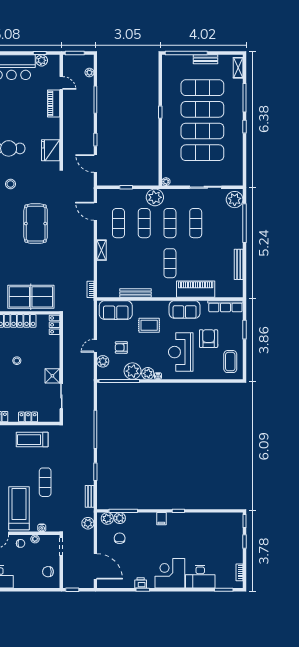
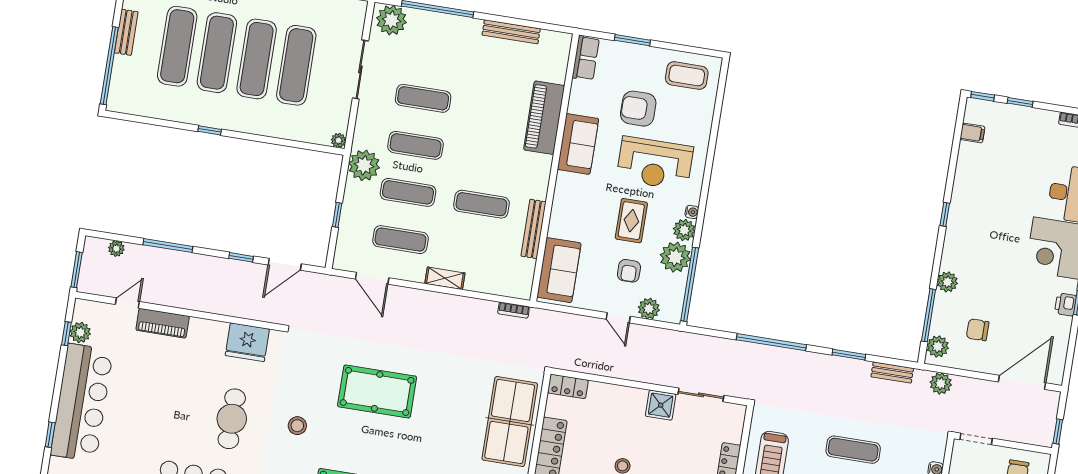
door: (95, 211) -> (372, 278), hinge flipped
exercise mat: (170, 263) -> (481, 204), moved
row of seats: (225, 306) -> (586, 58), width x0.68
rug: (149, 325) -> (631, 221), moved
plant: (120, 518) -> (947, 282), moved
filing cabinet: (161, 519) -> (972, 133), moved

